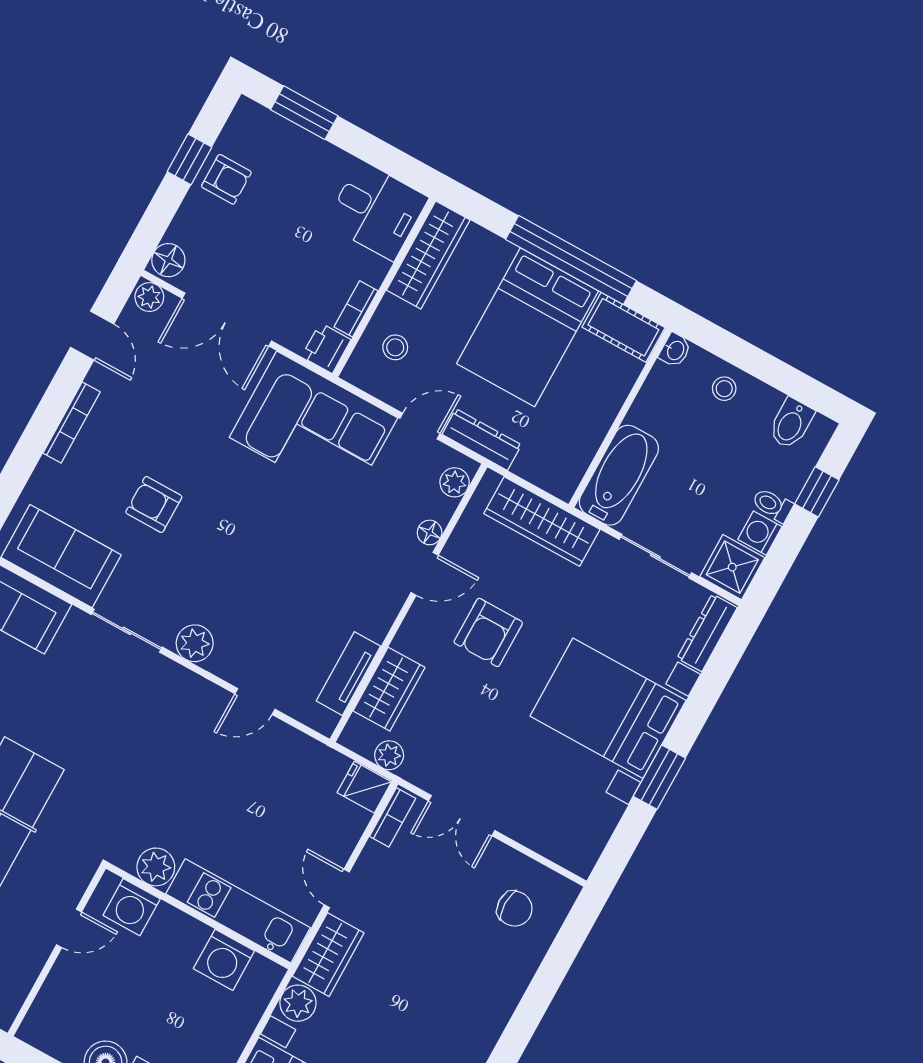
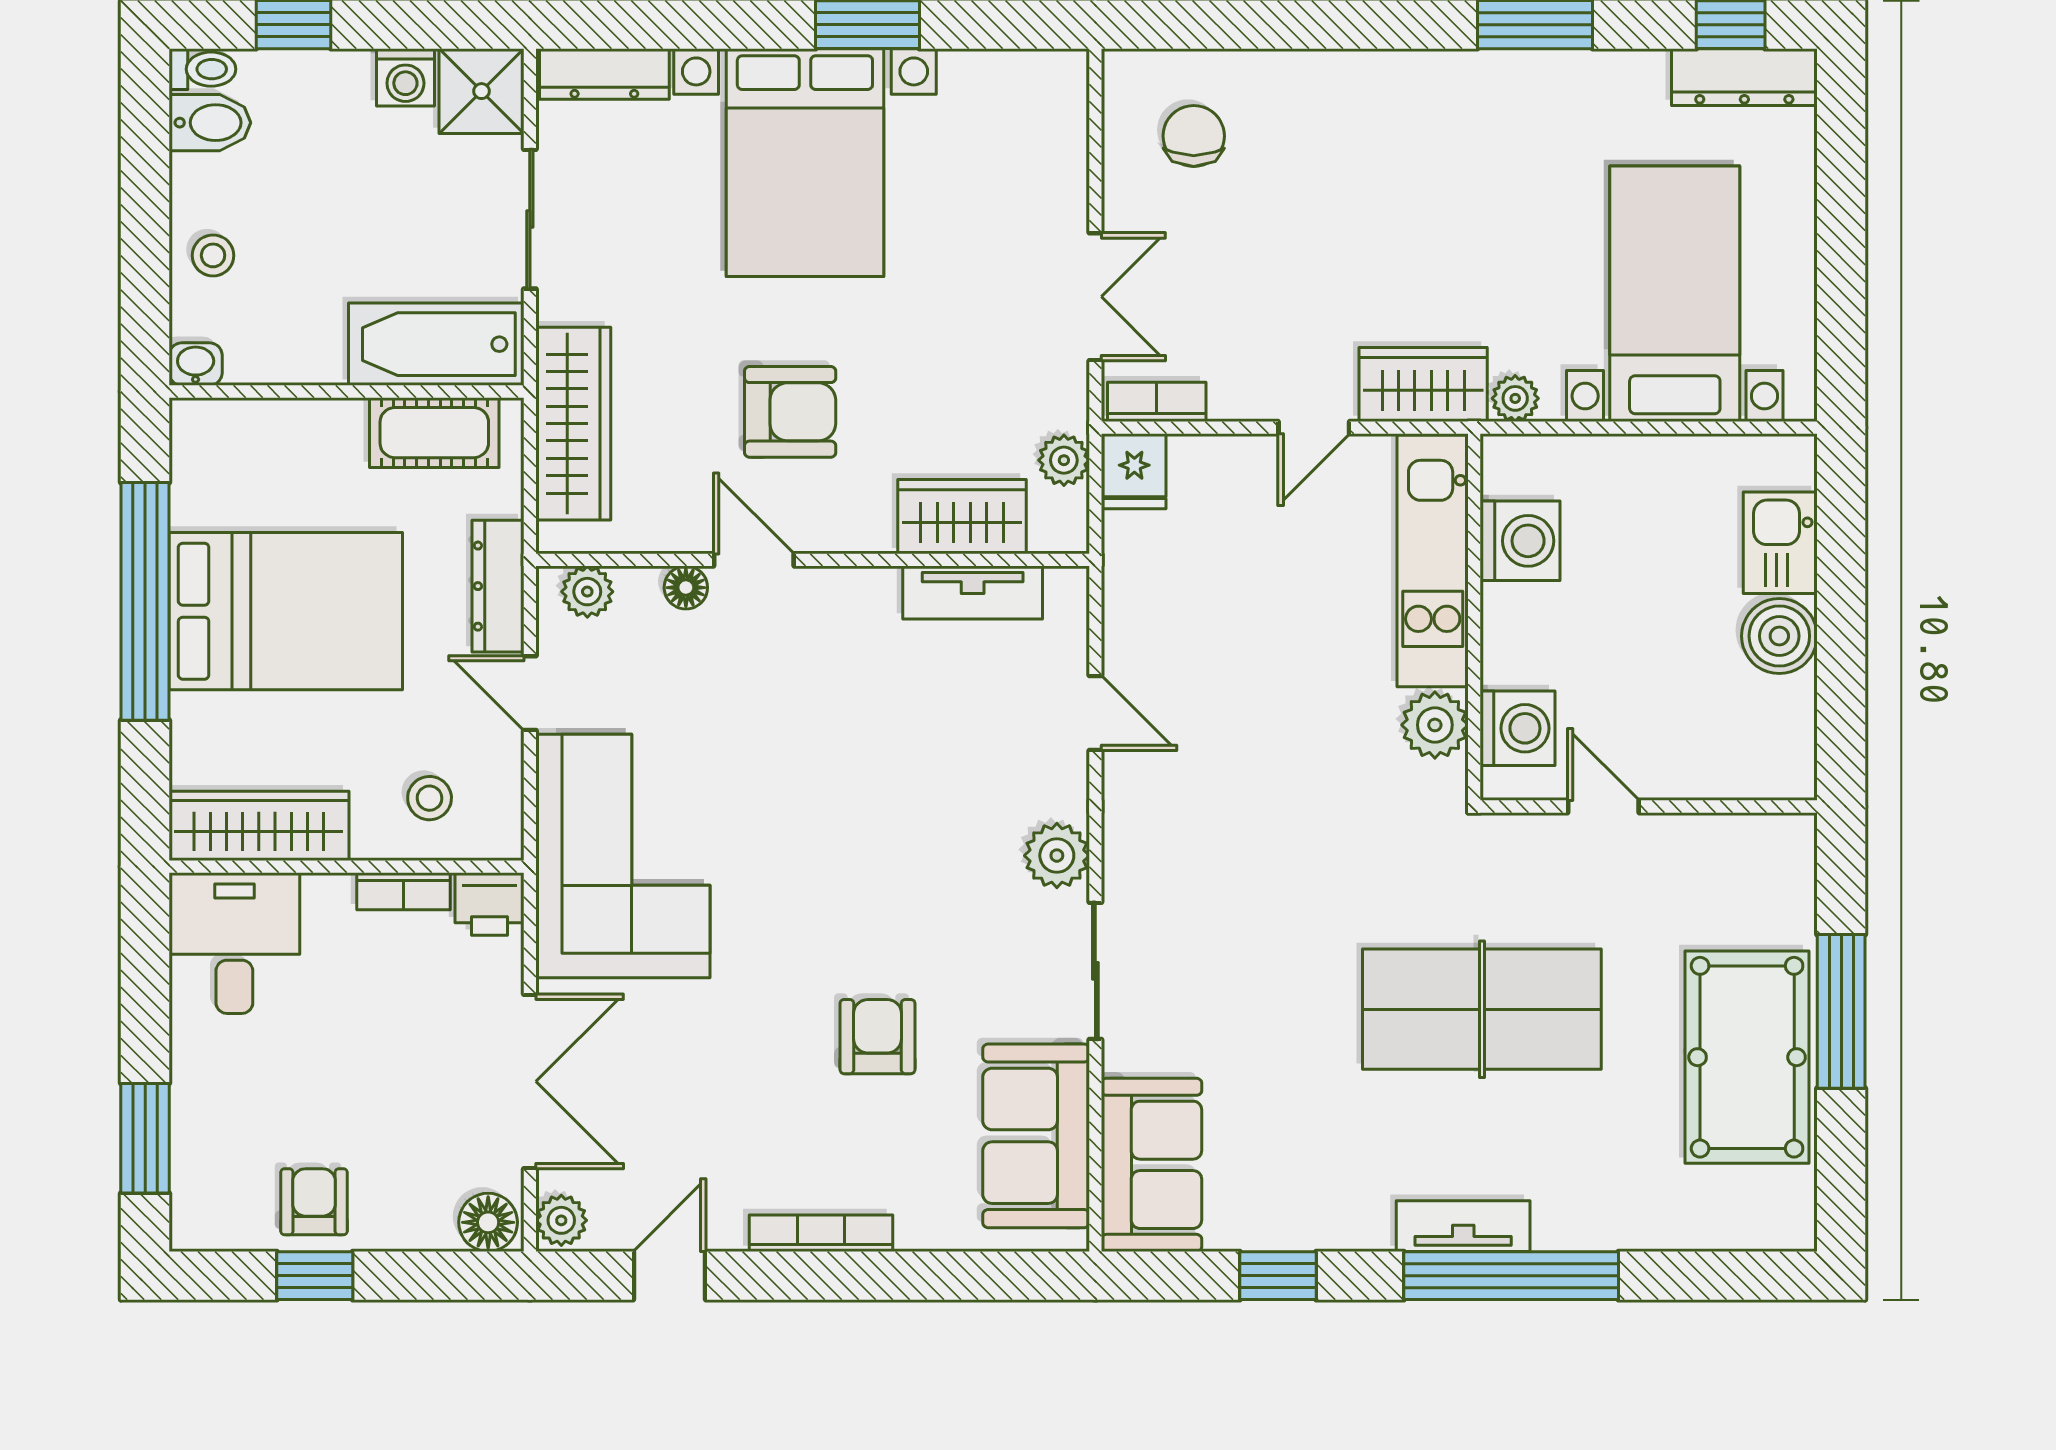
cot: (623, 327) -> (434, 433), moved, turned 90
armchair: (154, 505) -> (877, 1037), turned 180
toilet: (772, 505) -> (202, 69), moved, turned -90
plant: (298, 1003) -> (1515, 398), width x0.73, depth x0.73

